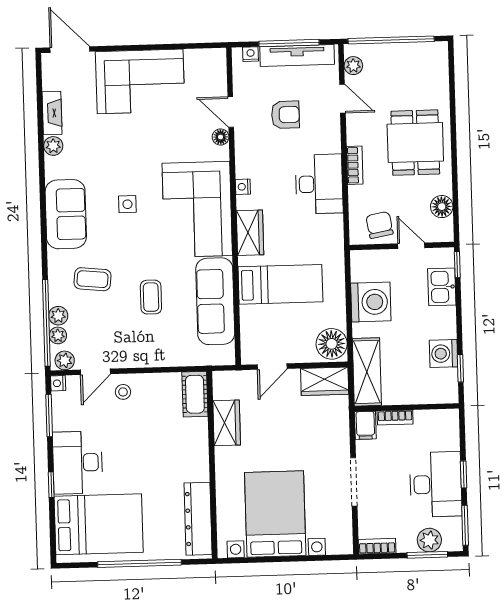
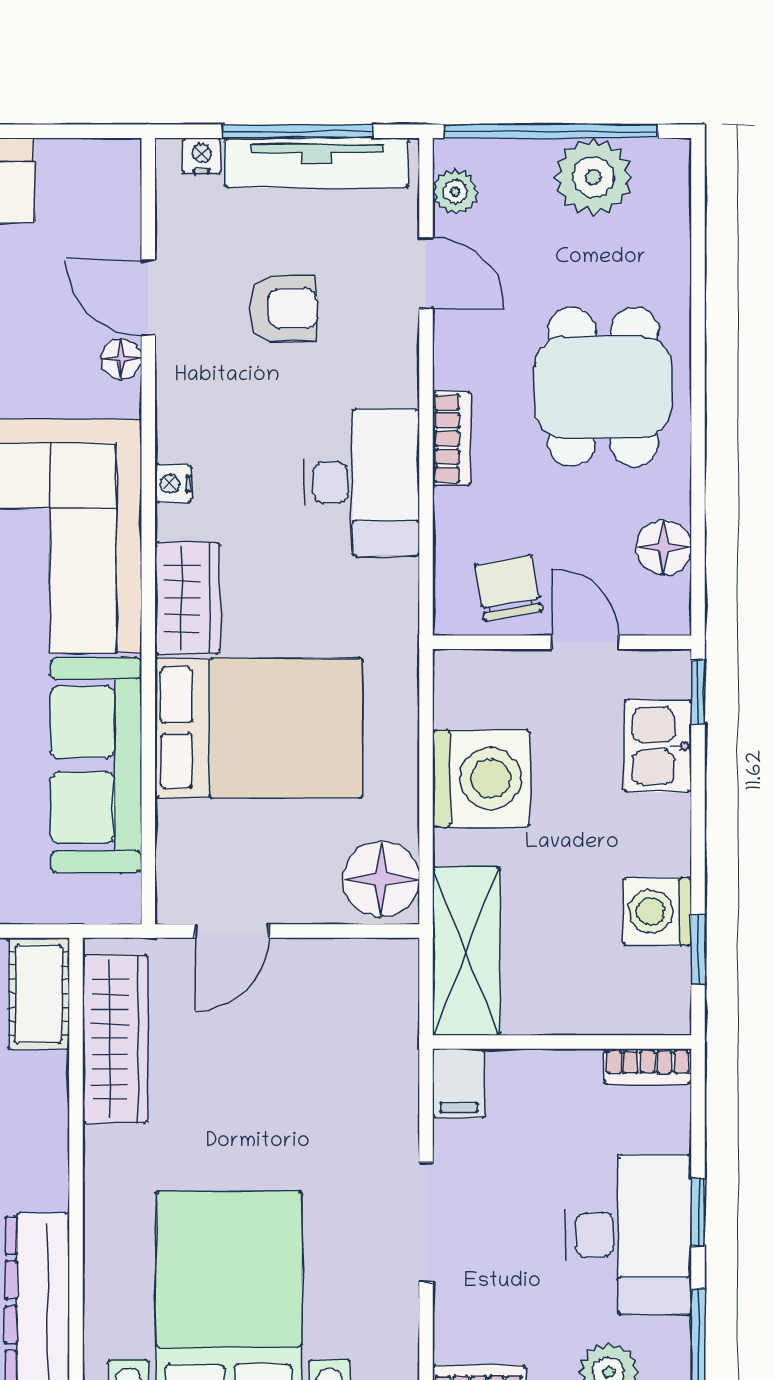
plant: (409, 58) -> (593, 177), added
bed: (280, 284) -> (259, 728), width x1.50
wardrobe: (325, 381) -> (361, 972), removed
bookcase: (395, 418) -> (648, 1066), moved
wardrobe: (227, 423) -> (115, 1039), width x1.50

